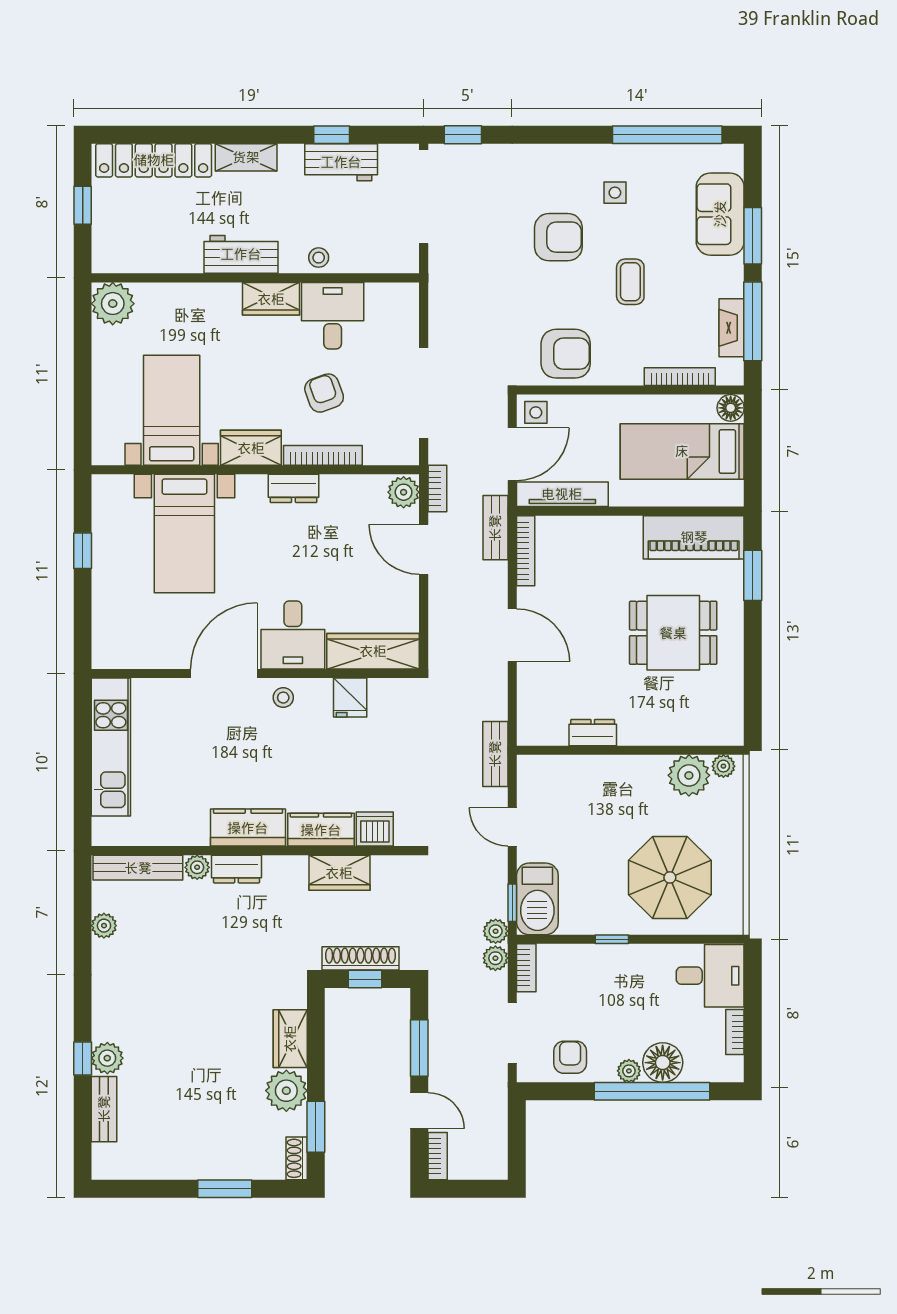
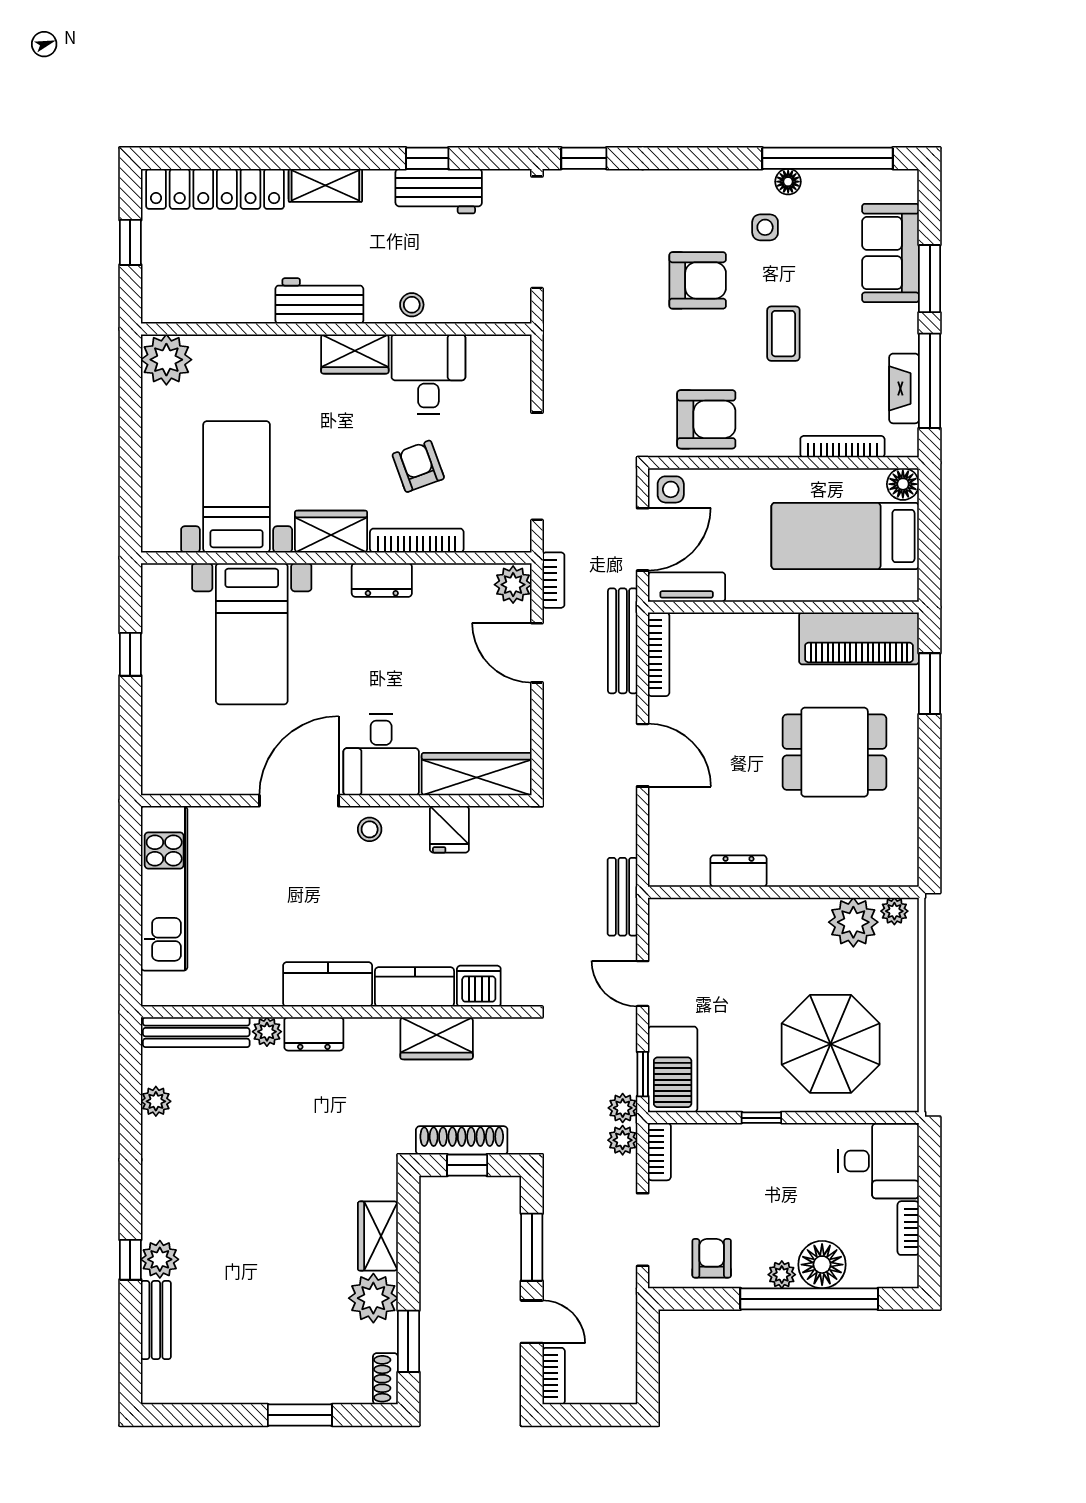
floor lamp: (634, 154) -> (788, 182), added
tv unit: (562, 494) -> (687, 587), width x0.71
bench: (495, 528) -> (623, 641), width x1.36

